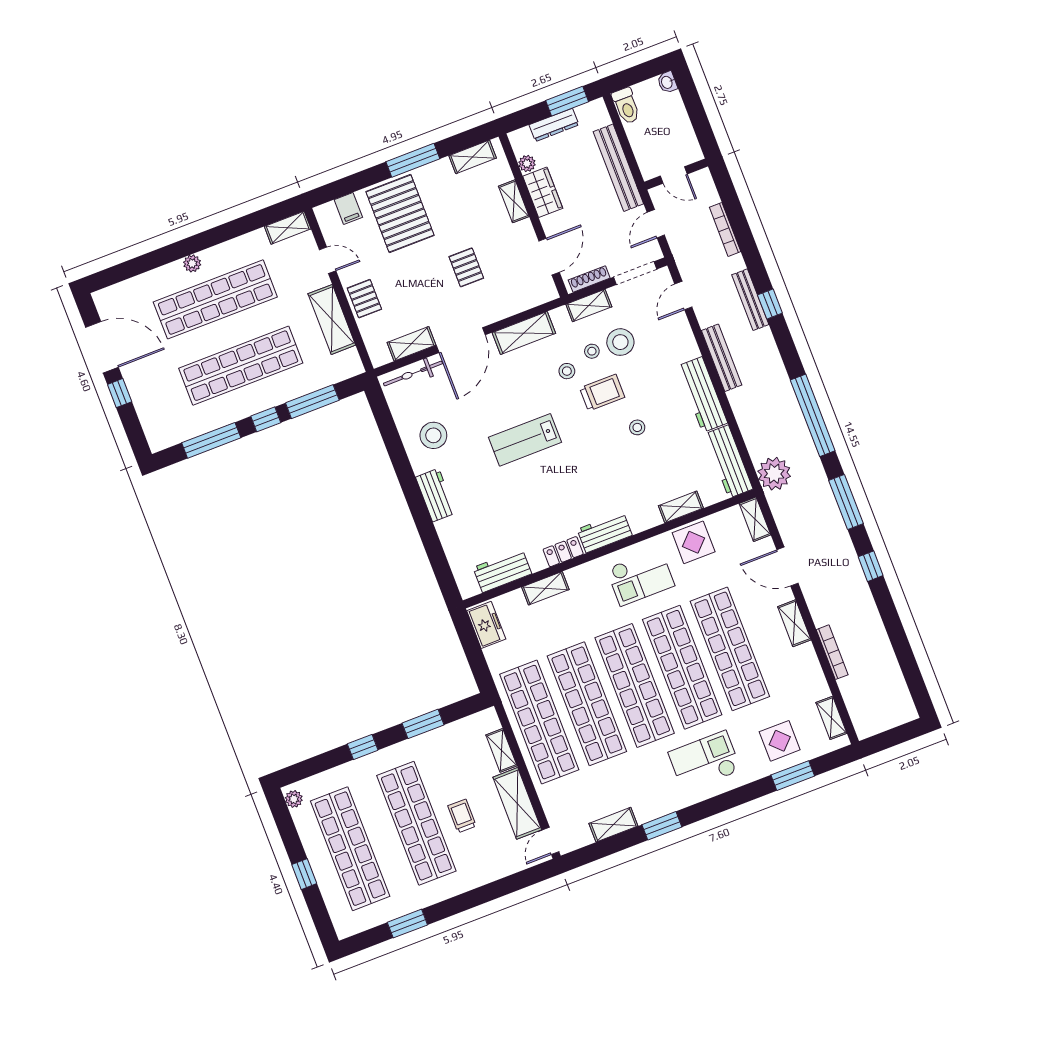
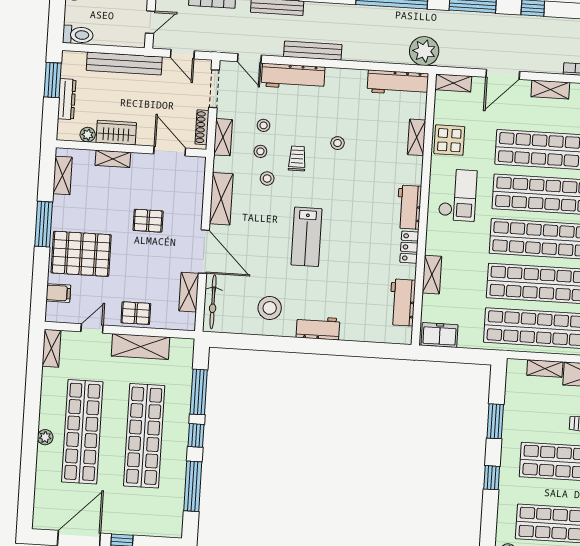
stool: (620, 342) -> (264, 125), width x0.53, depth x0.53
trolley: (602, 393) -> (297, 158), width x0.73, depth x0.72
workbench: (703, 395) -> (293, 77), moved

